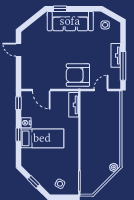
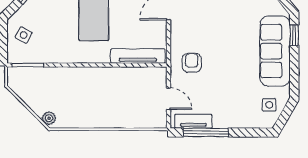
tv unit: (116, 55) -> (193, 121), moved
armchair: (78, 75) -> (192, 63), width x0.53, depth x0.53
tv unit: (74, 105) -> (138, 56), width x1.41

